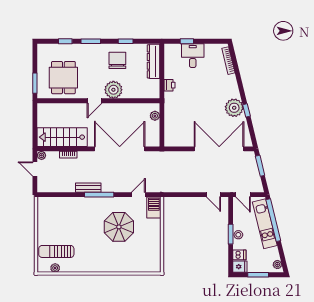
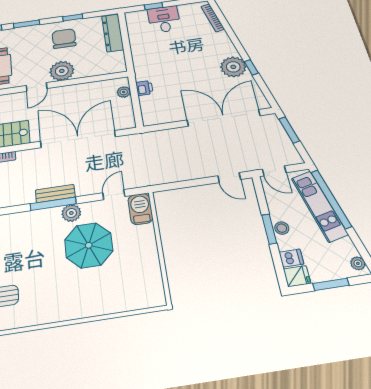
printer: (170, 85) -> (144, 88), moved
bench: (88, 188) -> (55, 194), moved
plant: (110, 203) -> (71, 213), added

